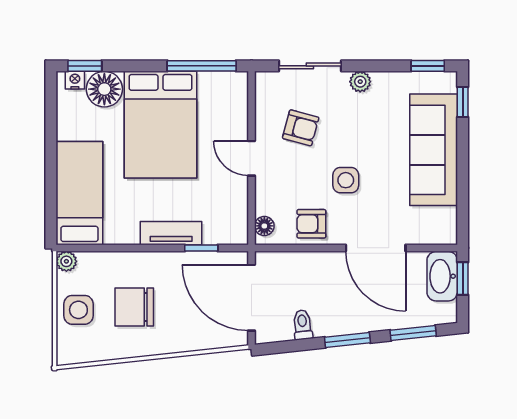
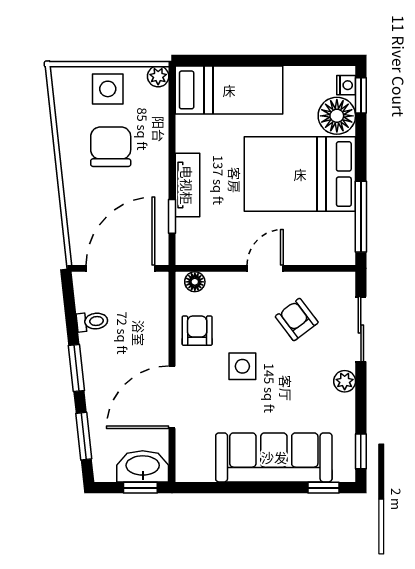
armchair: (301, 128) -> (297, 320), turned 128

